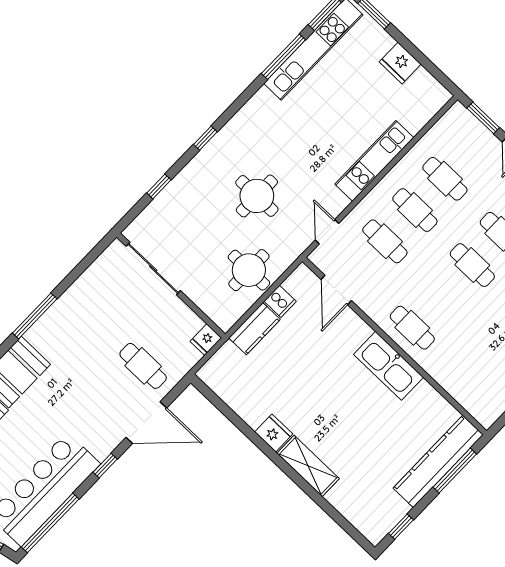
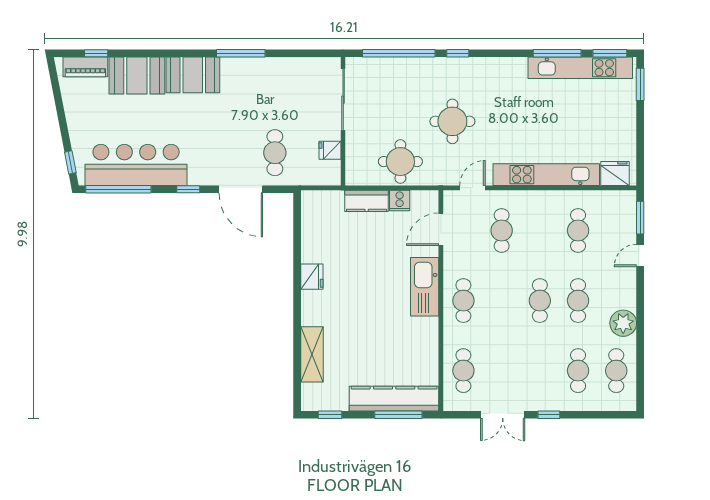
fridge: (400, 63) -> (615, 173), moved, turned 90
kitchen unit: (374, 161) -> (546, 175), width x1.36
window: (159, 186) -> (399, 53), width x3.17
cafe table: (415, 210) -> (463, 371), moved
fridge: (206, 340) -> (330, 150), moved
kitchen sink: (389, 366) -> (425, 287), moved
shelving: (308, 466) -> (312, 354), moved

